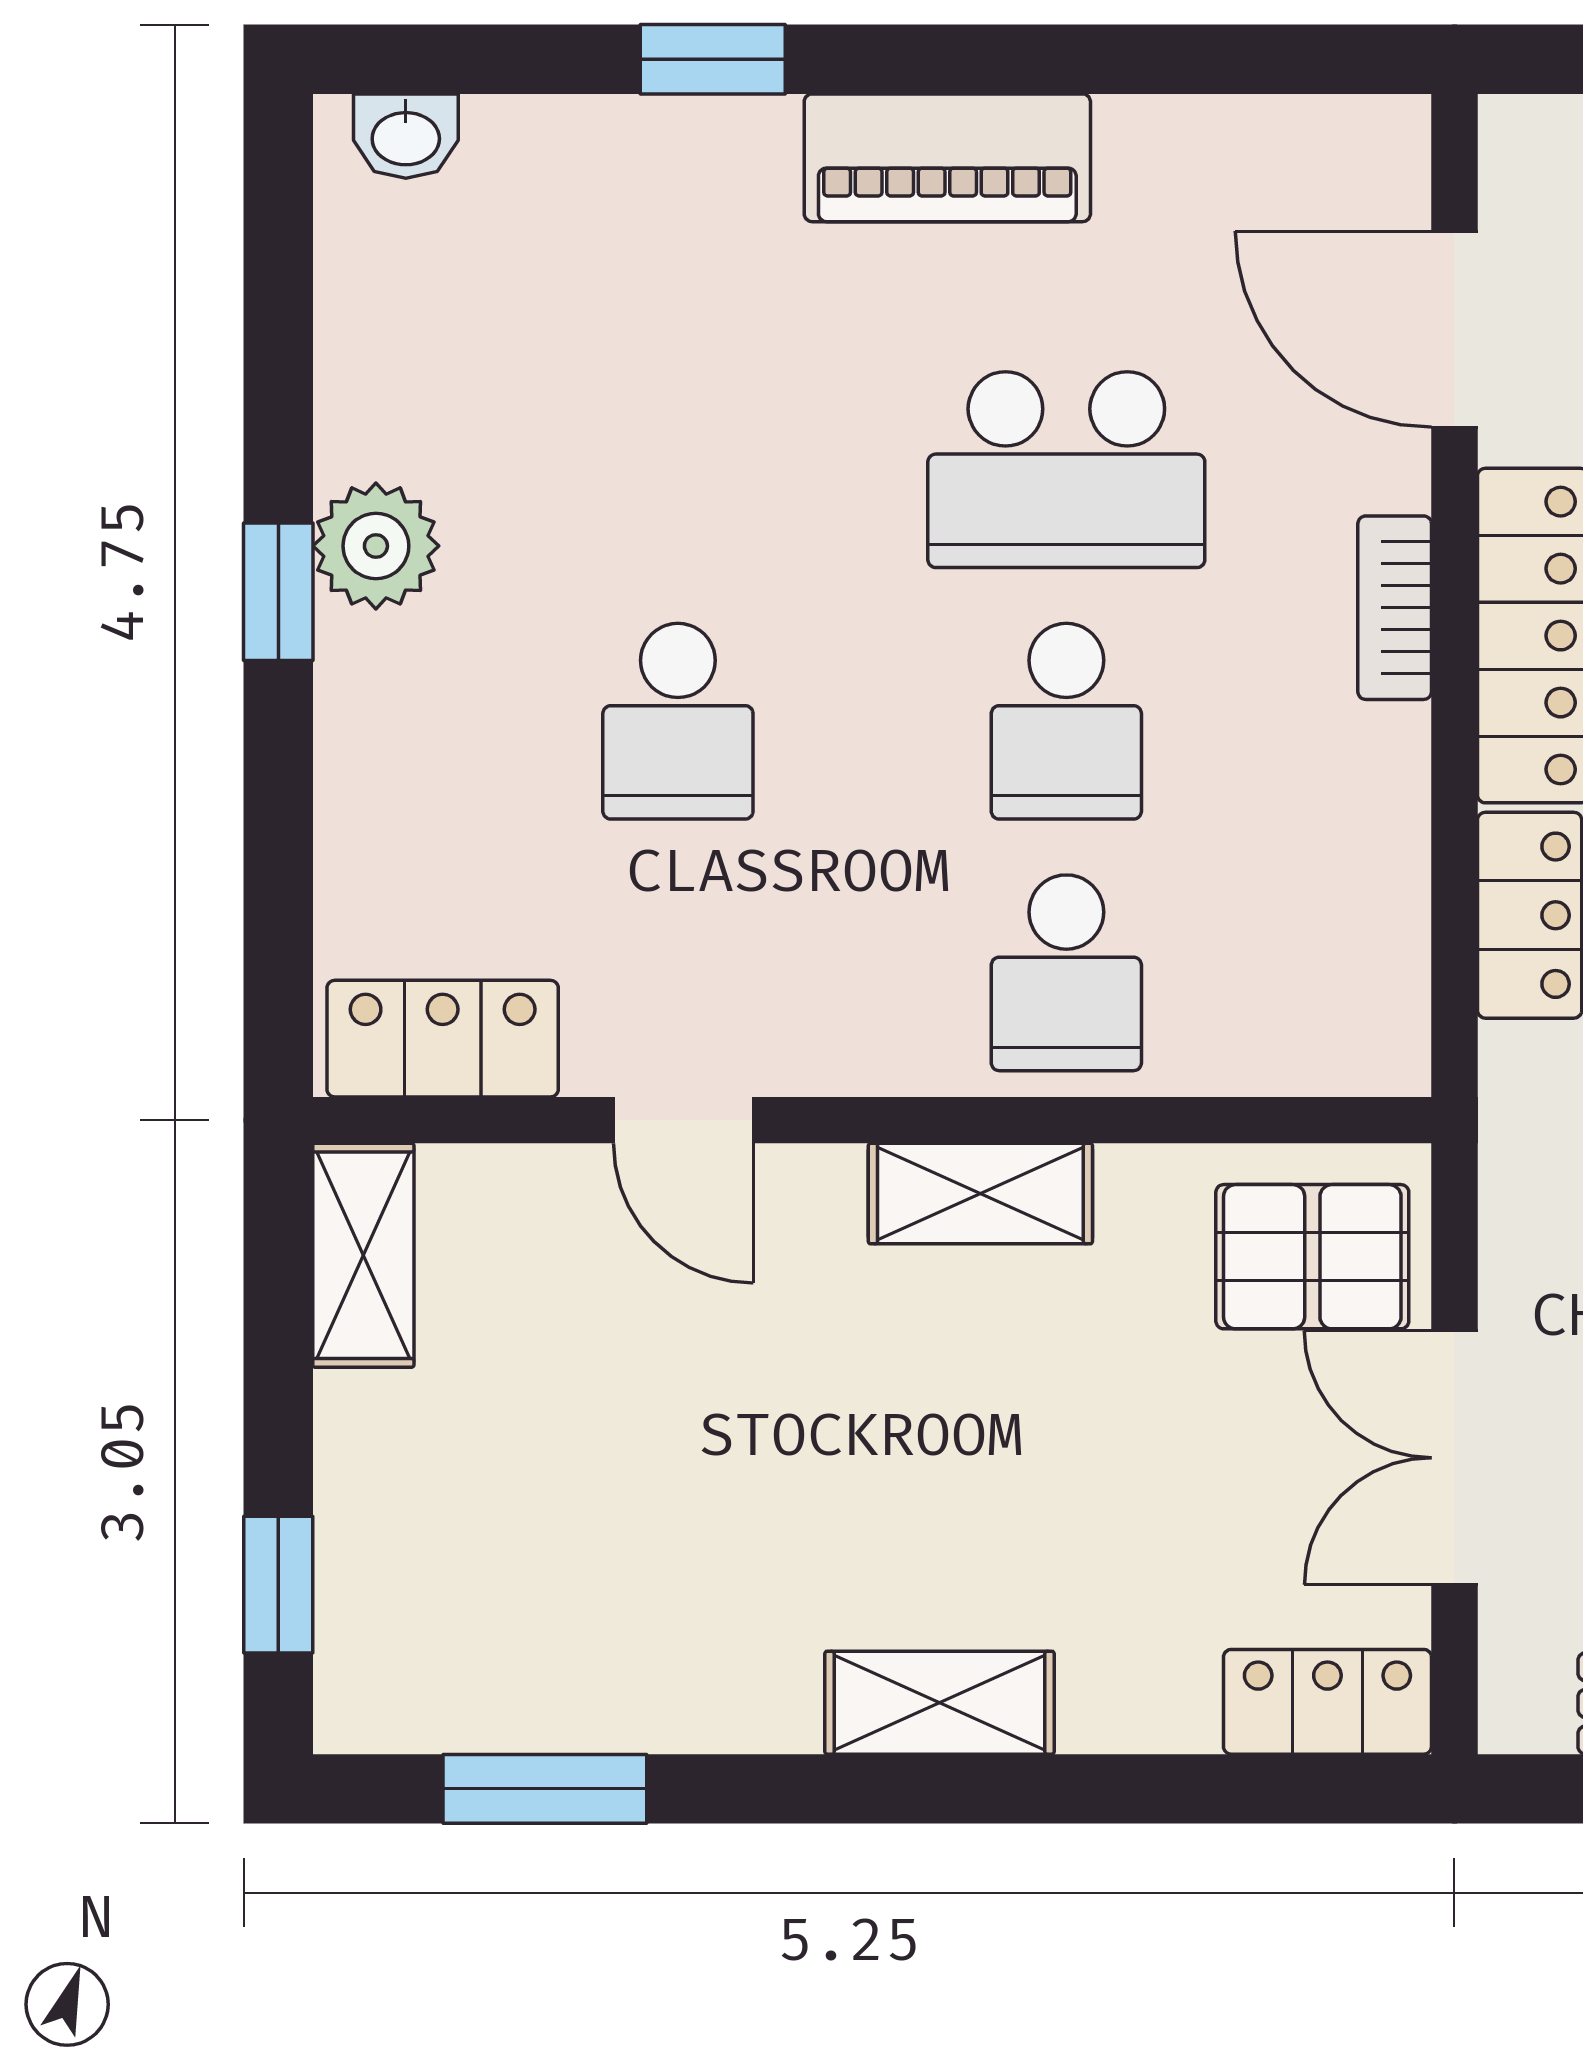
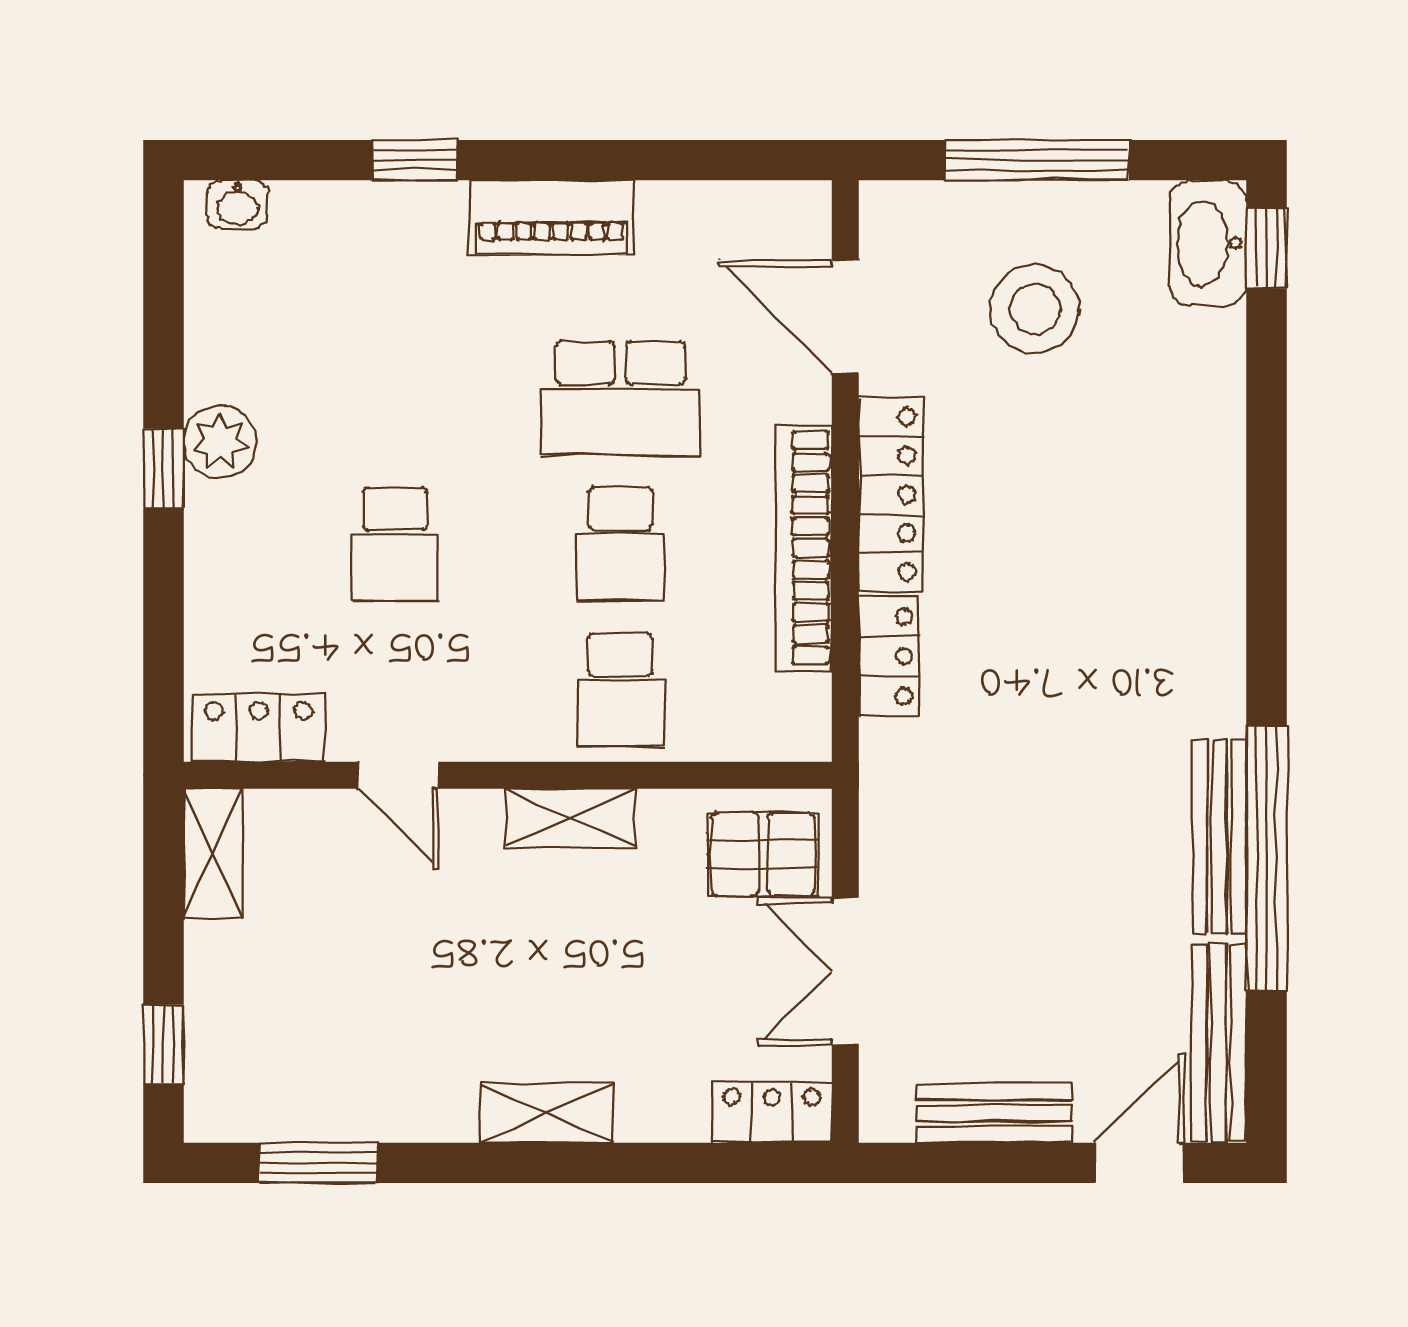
bookcase: (1395, 608) -> (804, 548), width x2.31, depth x1.31

